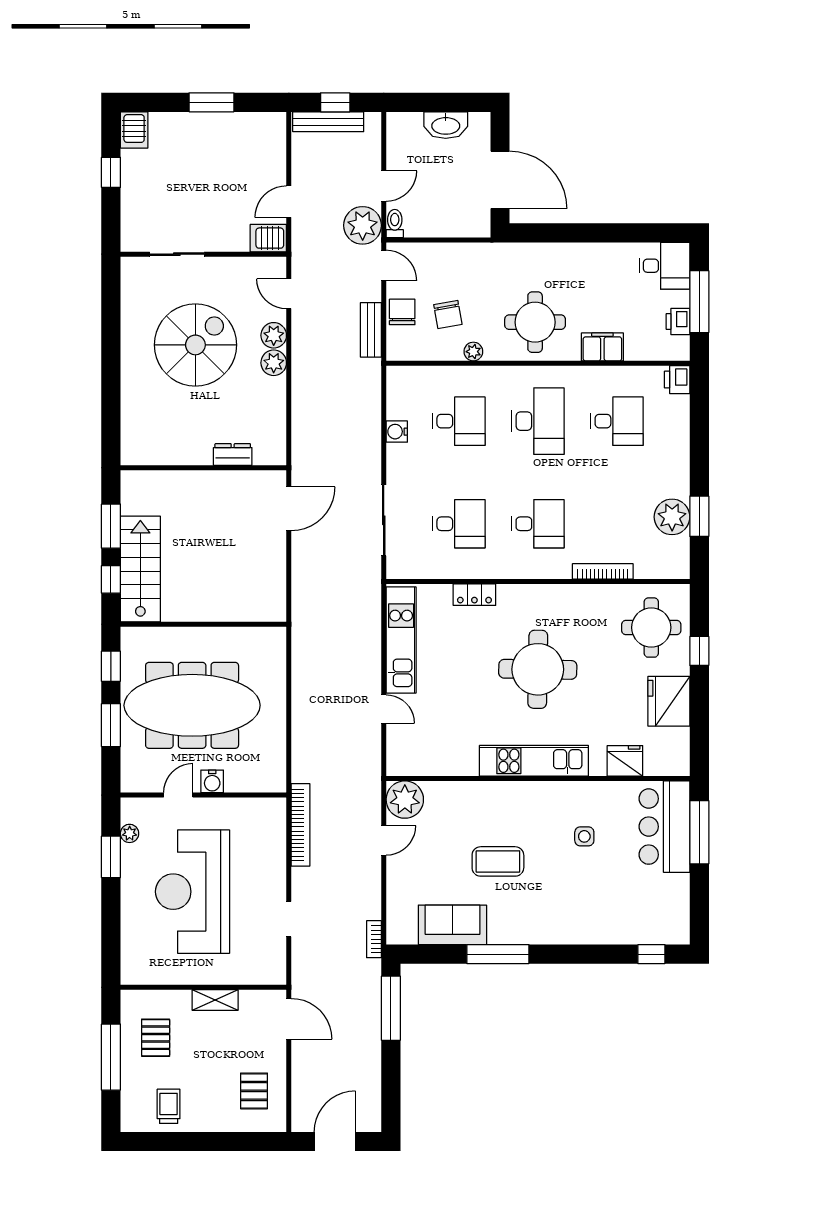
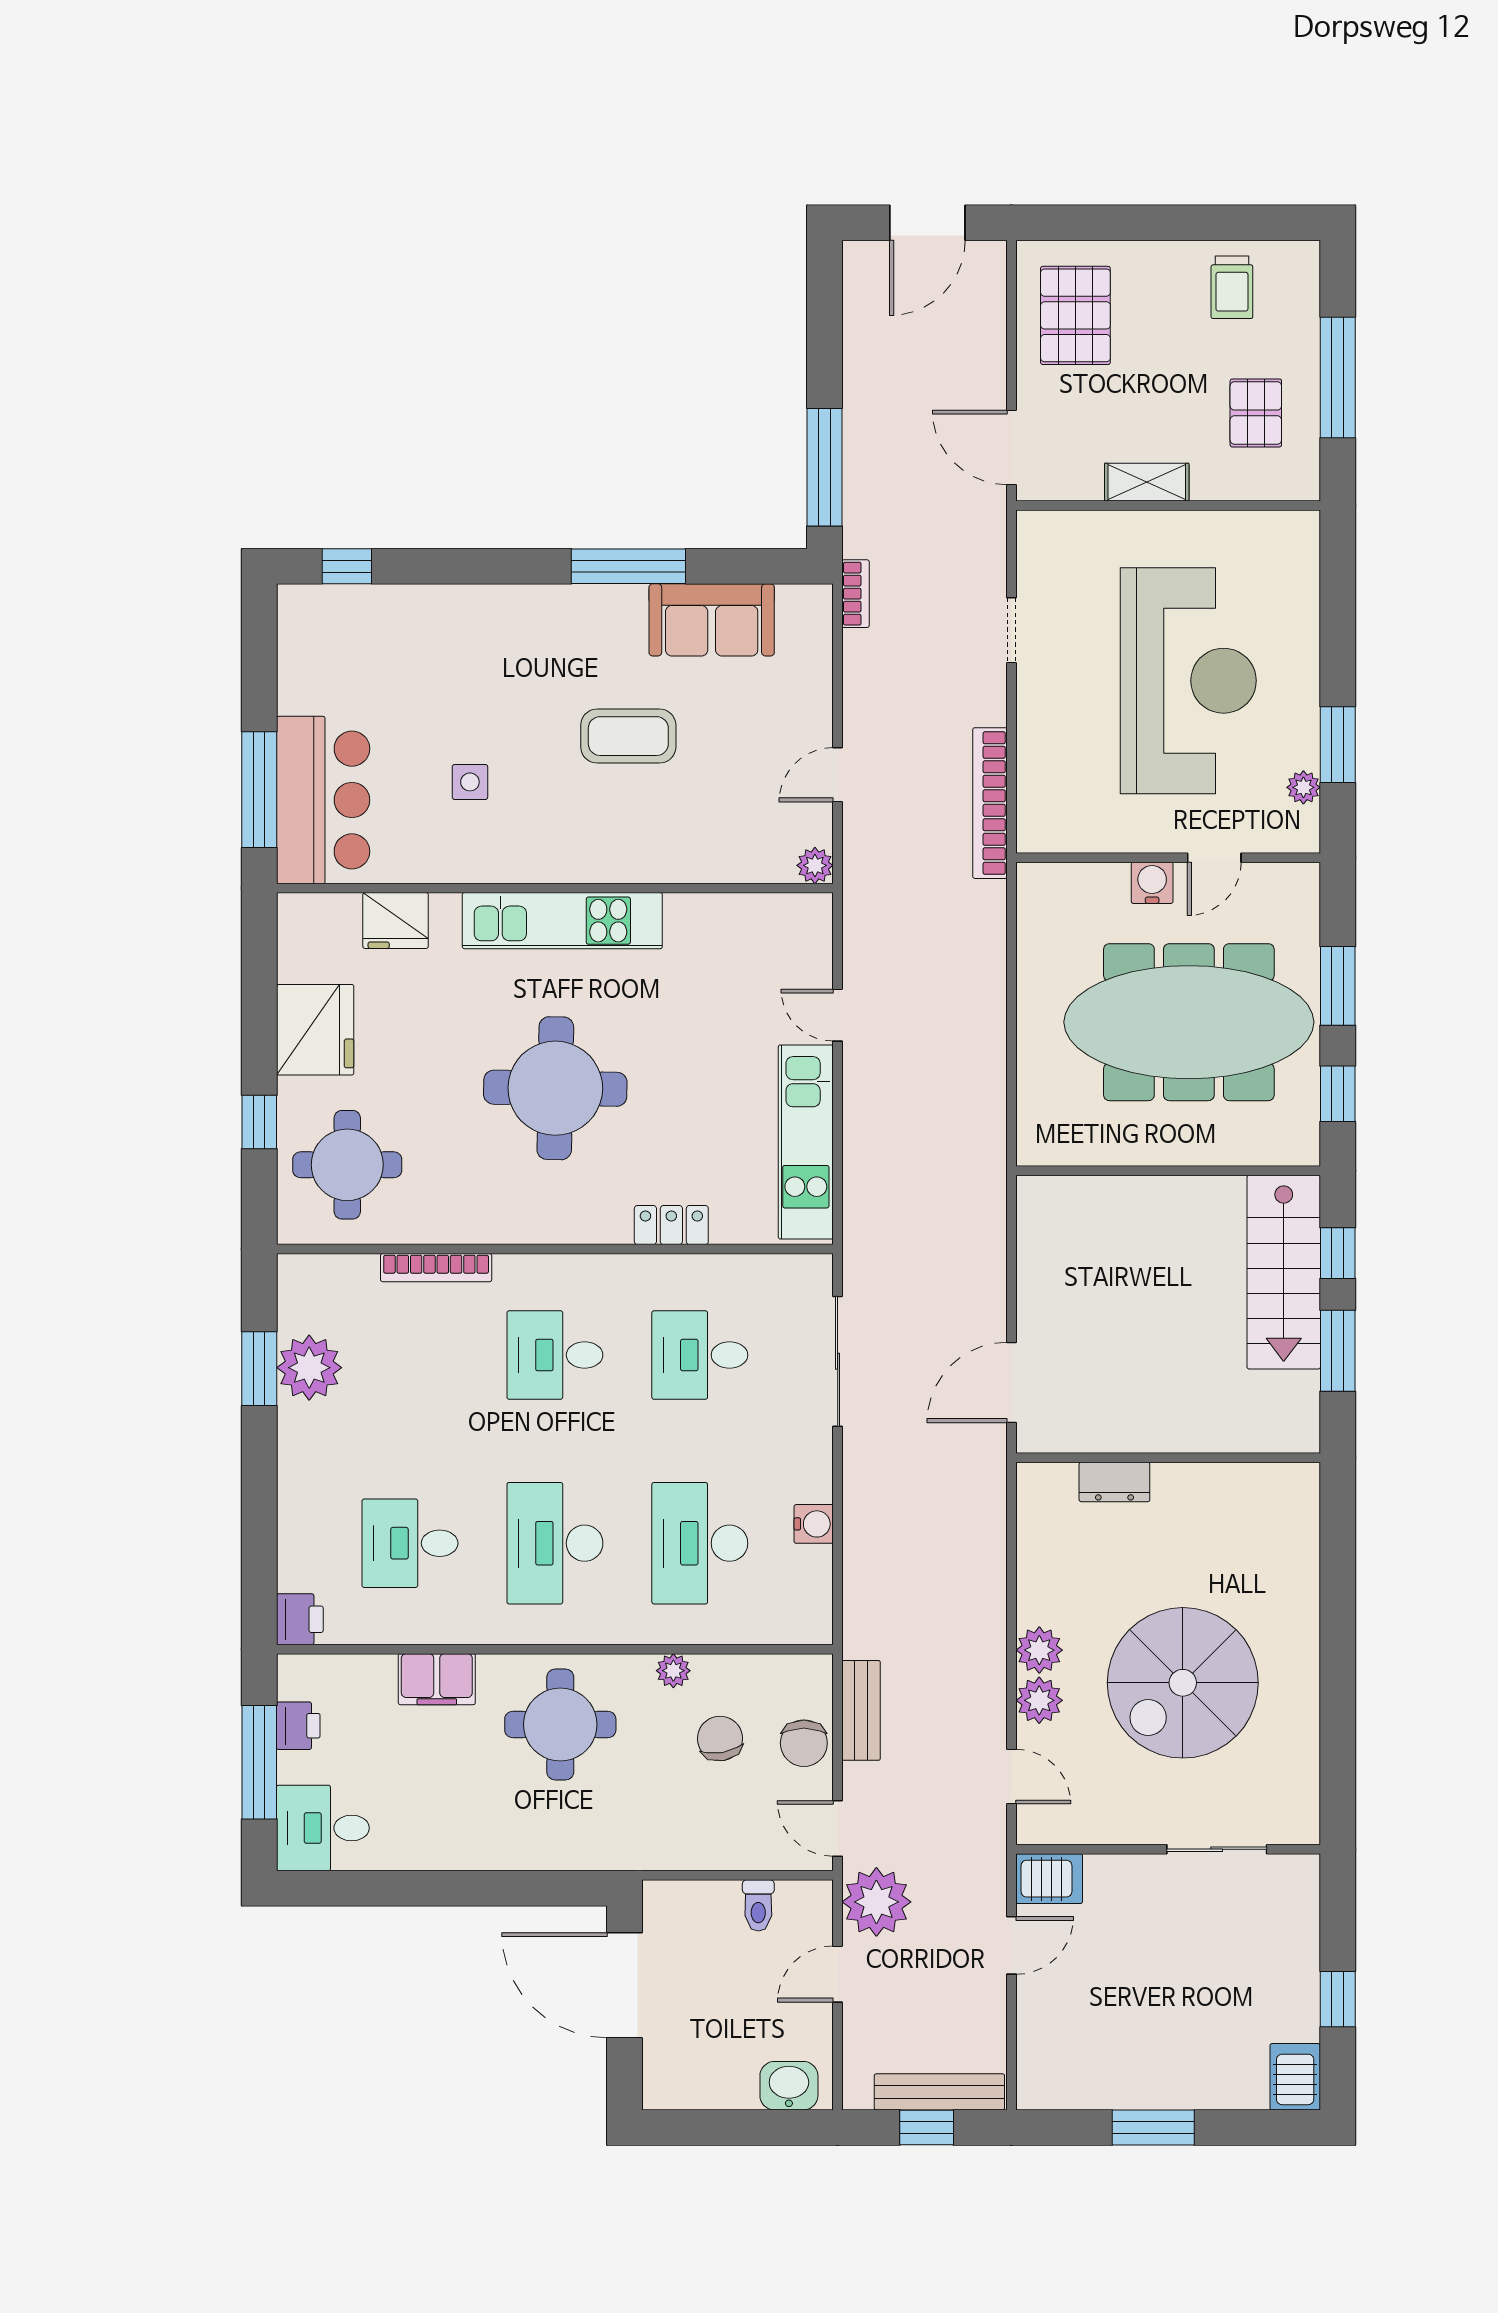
washbasin: (446, 125) -> (789, 2086), moved, width x0.72
toilet: (395, 223) -> (758, 1905), moved
desk: (459, 421) -> (700, 1543), width x1.37
plant: (405, 800) -> (815, 865), width x0.53, depth x0.53
pallet: (254, 1091) -> (1075, 315), width x1.50, depth x1.42

